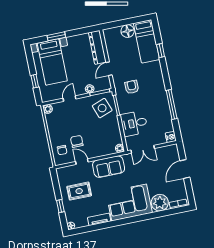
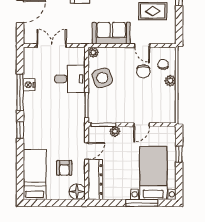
floor lamp: (128, 31) -> (77, 192), moved
window: (56, 36) -> (142, 203), width x1.44
window: (161, 51) -> (20, 130), moved
armchair: (132, 87) -> (64, 168), moved
side table: (102, 108) -> (102, 78), moved
plant: (48, 109) -> (170, 81), moved
nightstand: (171, 137) -> (29, 85), moved
double door: (143, 149) -> (52, 46), moved

